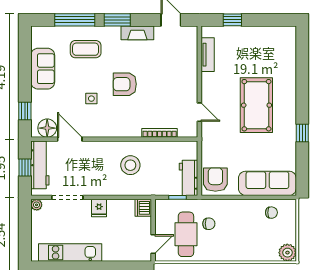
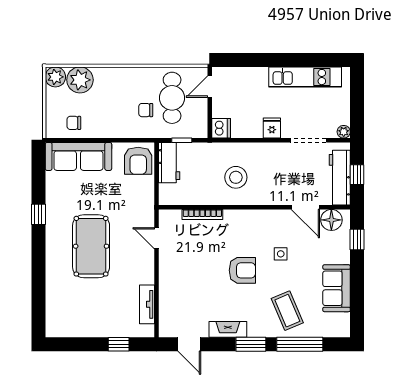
coffee table: (86, 49) -> (287, 311), turned 67
plant: (266, 250) -> (80, 80), added

